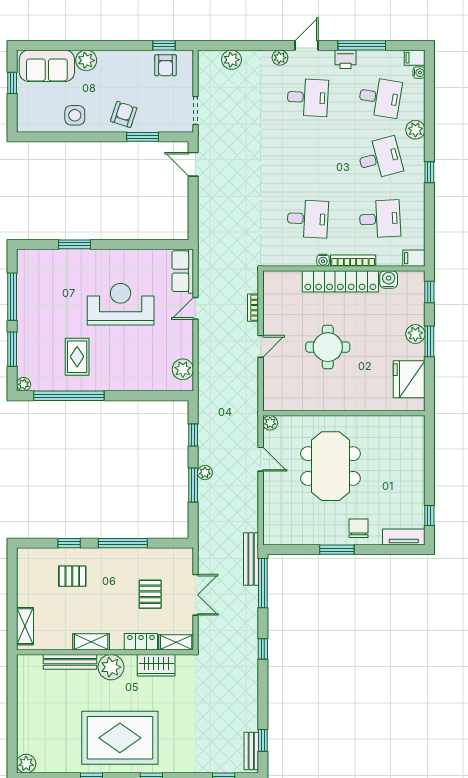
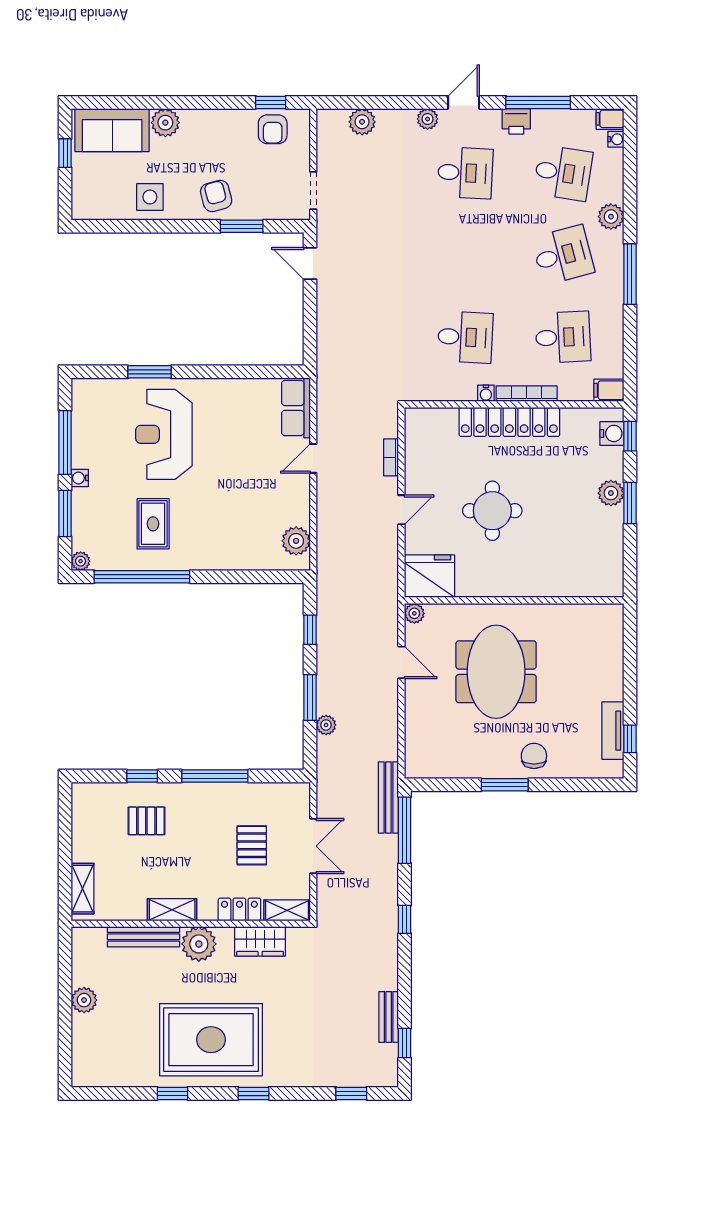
armchair: (124, 114) -> (216, 196), turned -33
window: (429, 172) -> (630, 274), width x2.17
water cooler: (389, 280) -> (612, 433), moved, turned 90
reception desk: (121, 304) -> (164, 434), moved, turned -90
water cooler: (23, 323) -> (80, 478), added
fridge: (409, 379) -> (429, 576), moved, turned 90
plant: (205, 473) -> (326, 725), moved
tv unit: (404, 537) -> (613, 731), moved, turned -90
bench: (251, 751) -> (389, 1017), moved
plant: (26, 764) -> (84, 1000), moved

